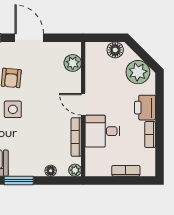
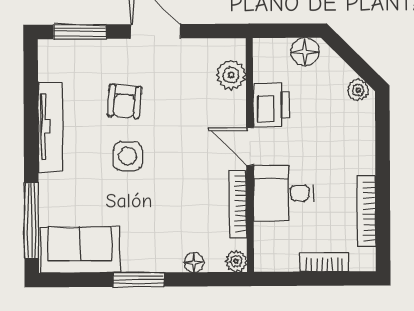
plant: (138, 72) -> (358, 90), width x0.53, depth x0.53
printer: (145, 108) -> (271, 105), moved, turned 180
bookcase: (150, 135) -> (366, 211), width x1.56

